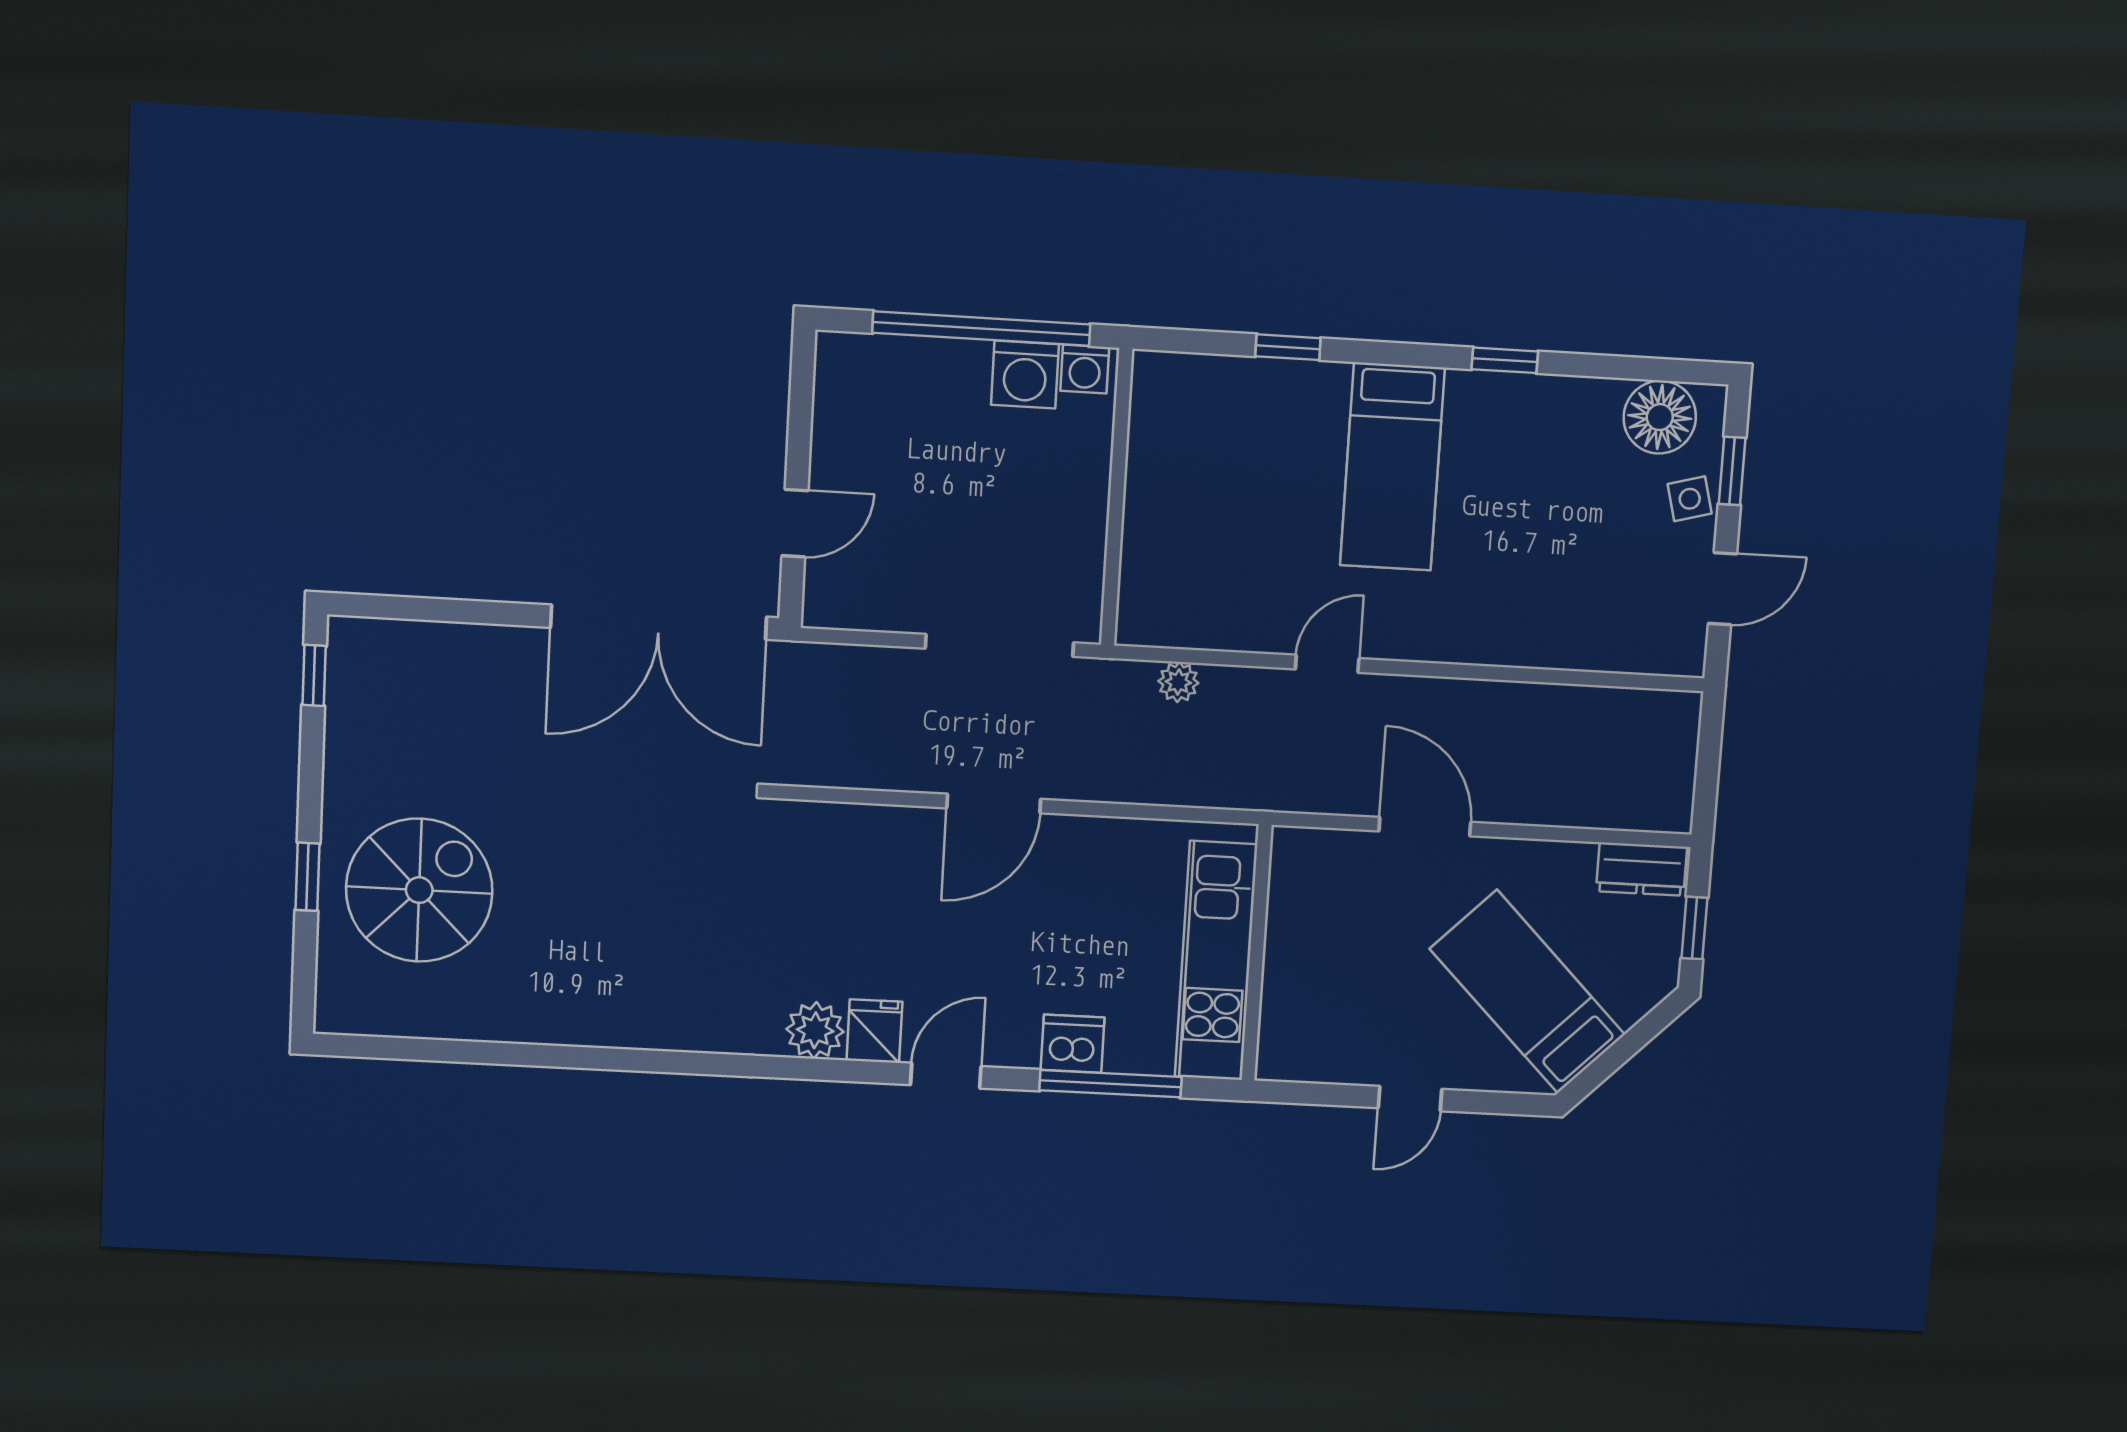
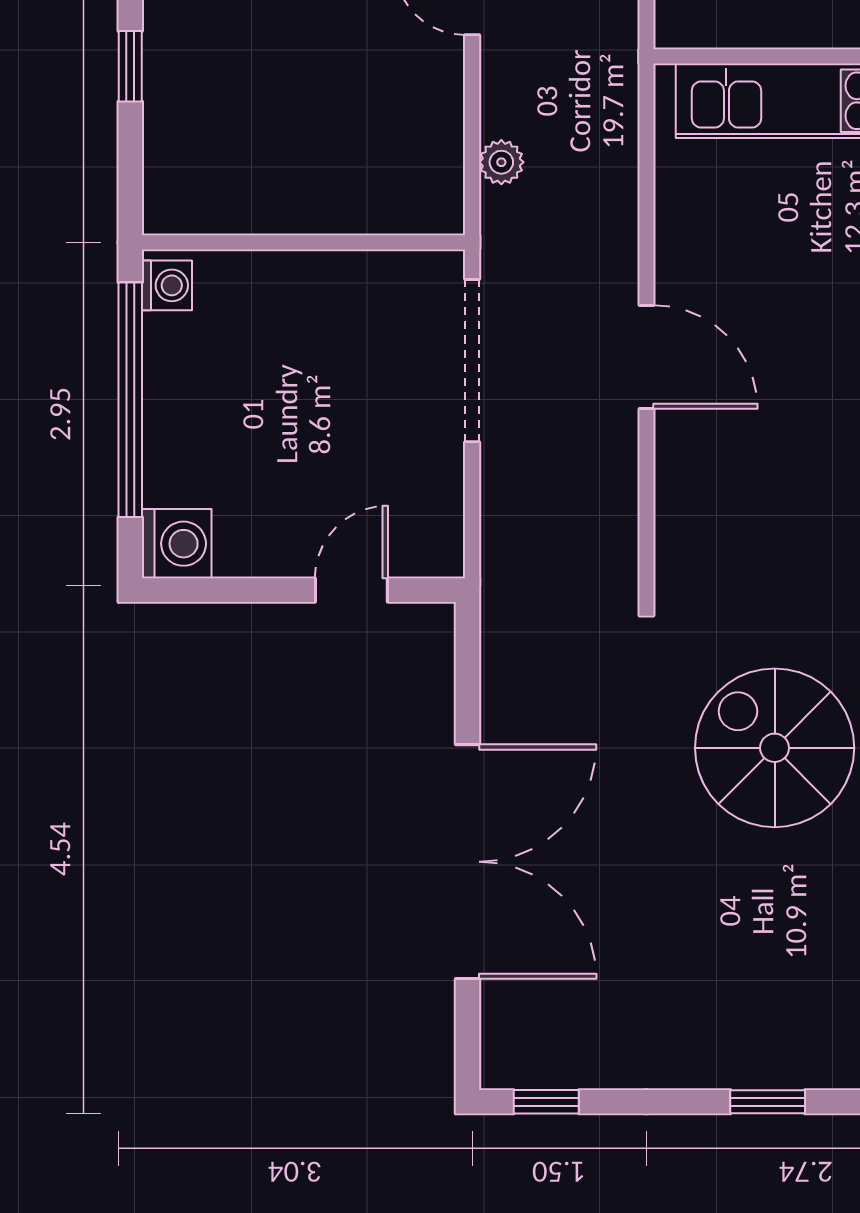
washing machine: (1025, 375) -> (177, 544), moved
door: (795, 523) -> (351, 590), hinge flipped
double door: (659, 622) -> (467, 862), moved
spiral stairs: (419, 890) -> (775, 748), moved

